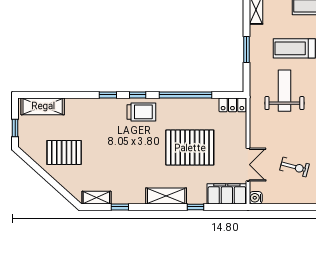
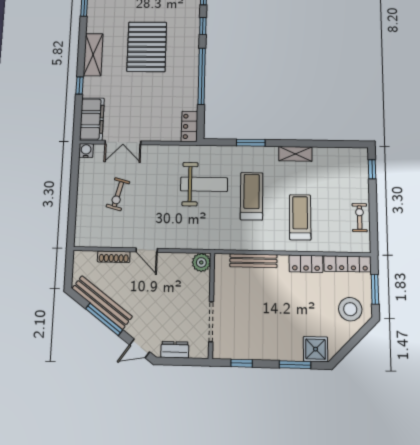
trolley: (141, 112) -> (184, 30), removed
pallet: (190, 148) -> (147, 47), moved

